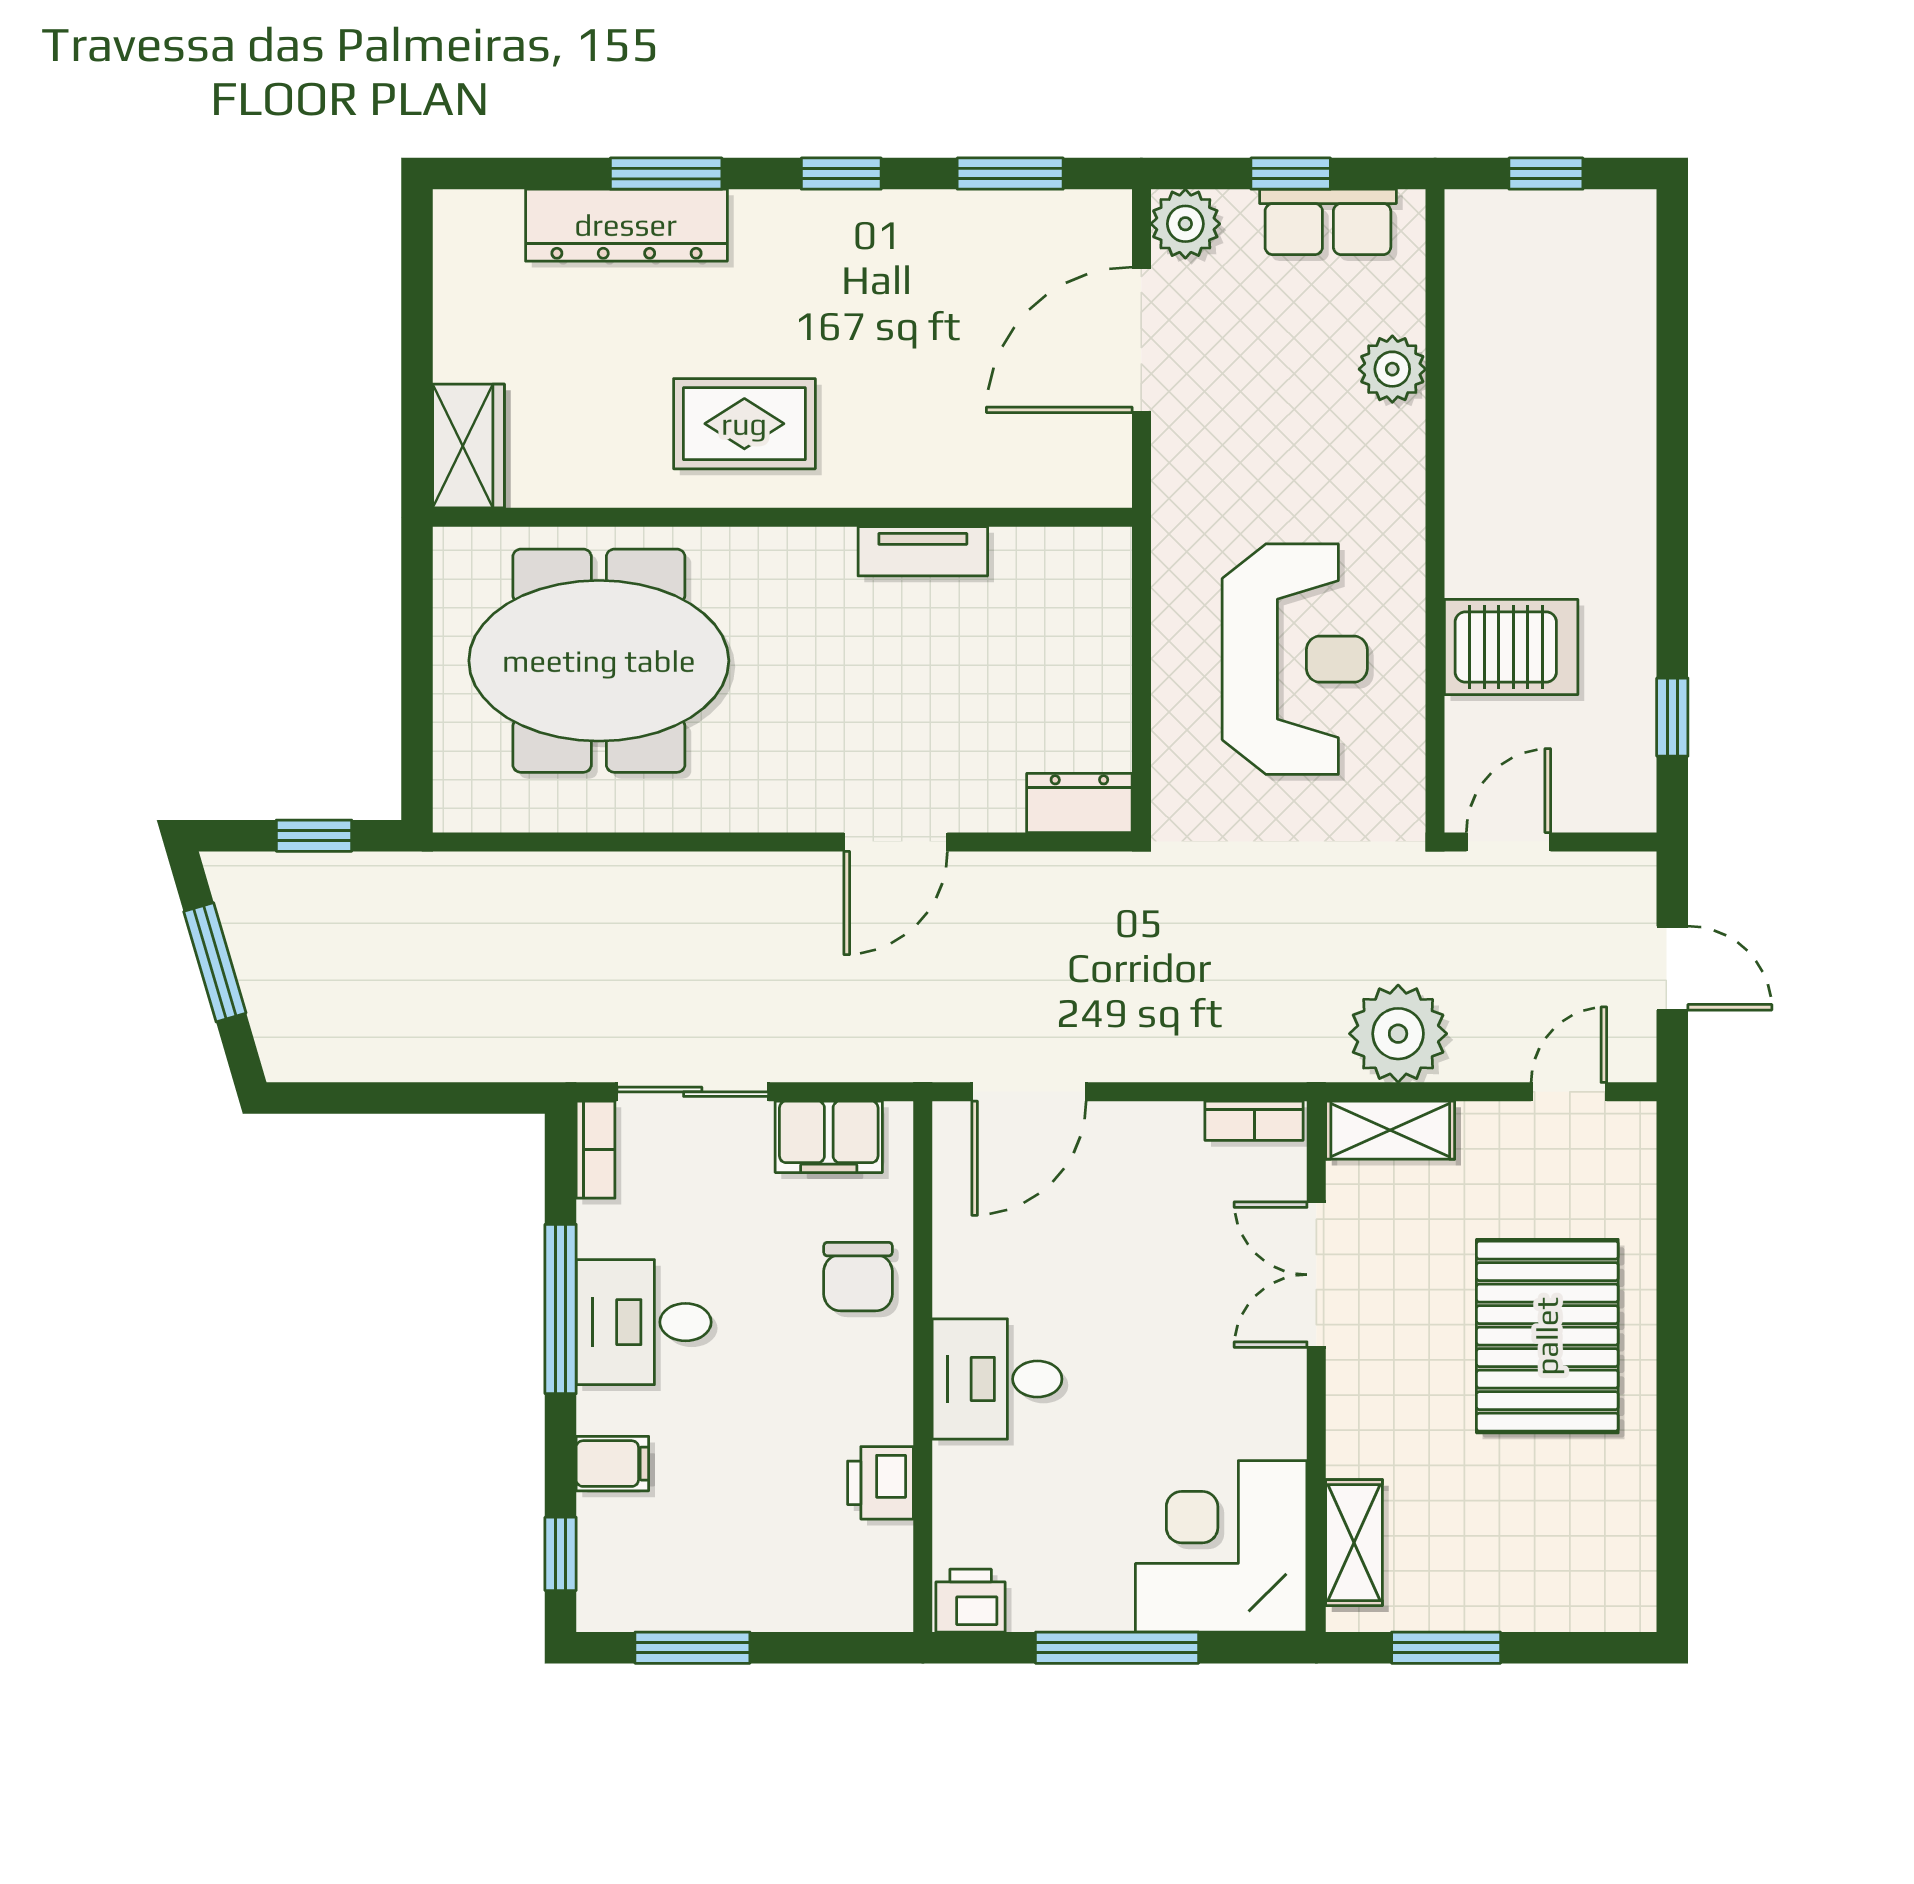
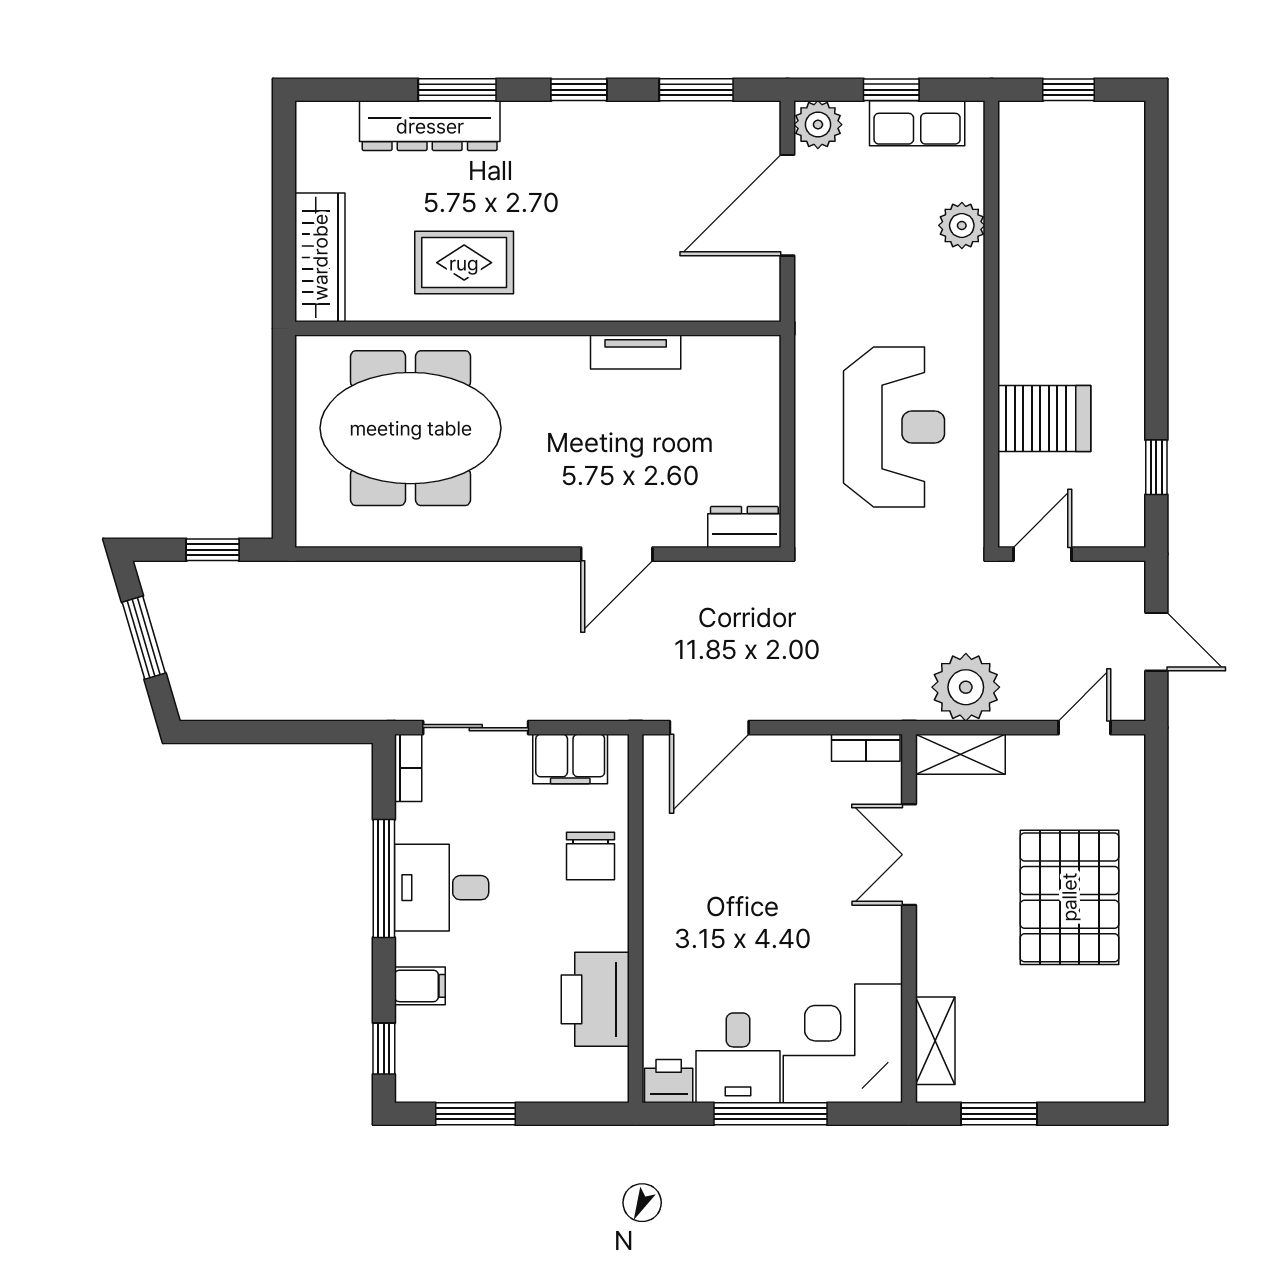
rug: (744, 424) -> (464, 263), moved
wardrobe: (468, 446) -> (320, 257), width x1.50
desk: (997, 1379) -> (738, 1058), moved, turned -90
printer: (881, 1483) -> (595, 999), width x1.87, depth x1.48

